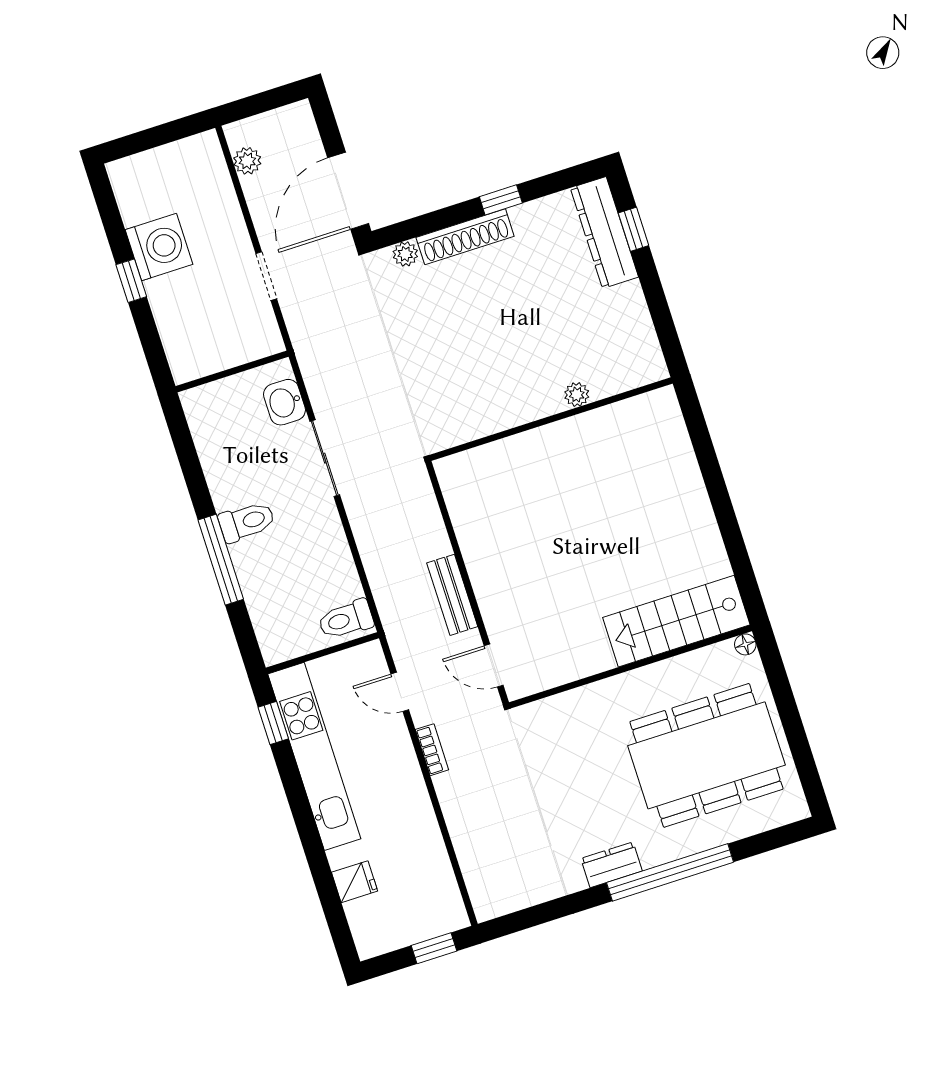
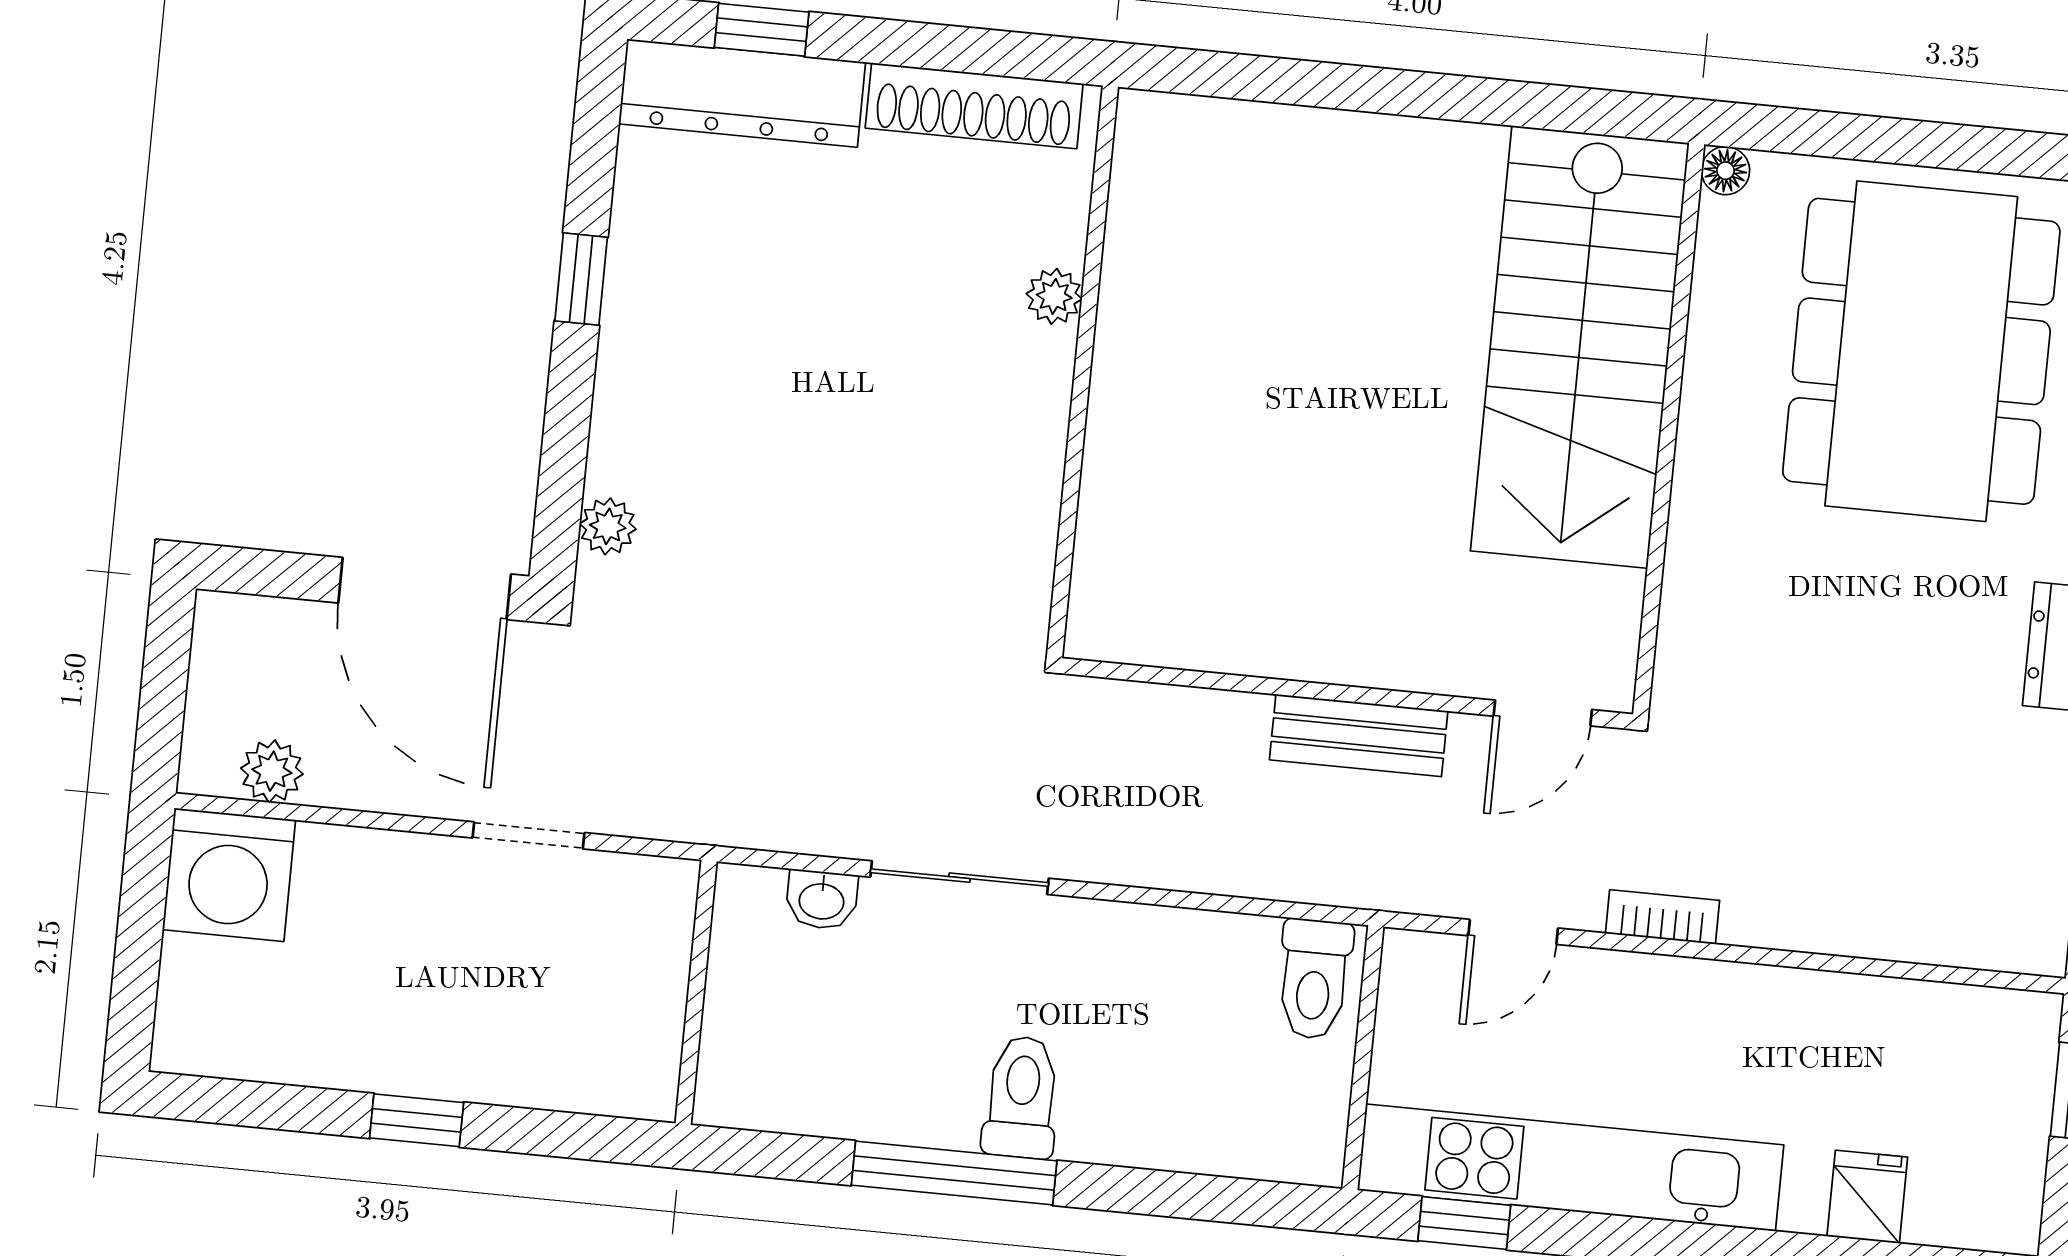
shoe rack: (465, 237) -> (974, 106), moved, turned 90
washing machine: (159, 247) -> (229, 875), moved, turned 180
washbasin: (284, 402) -> (822, 900), width x0.72, depth x0.69
window: (221, 560) -> (954, 1173), moved
stairs: (676, 621) -> (1580, 347), width x1.36, depth x1.51

